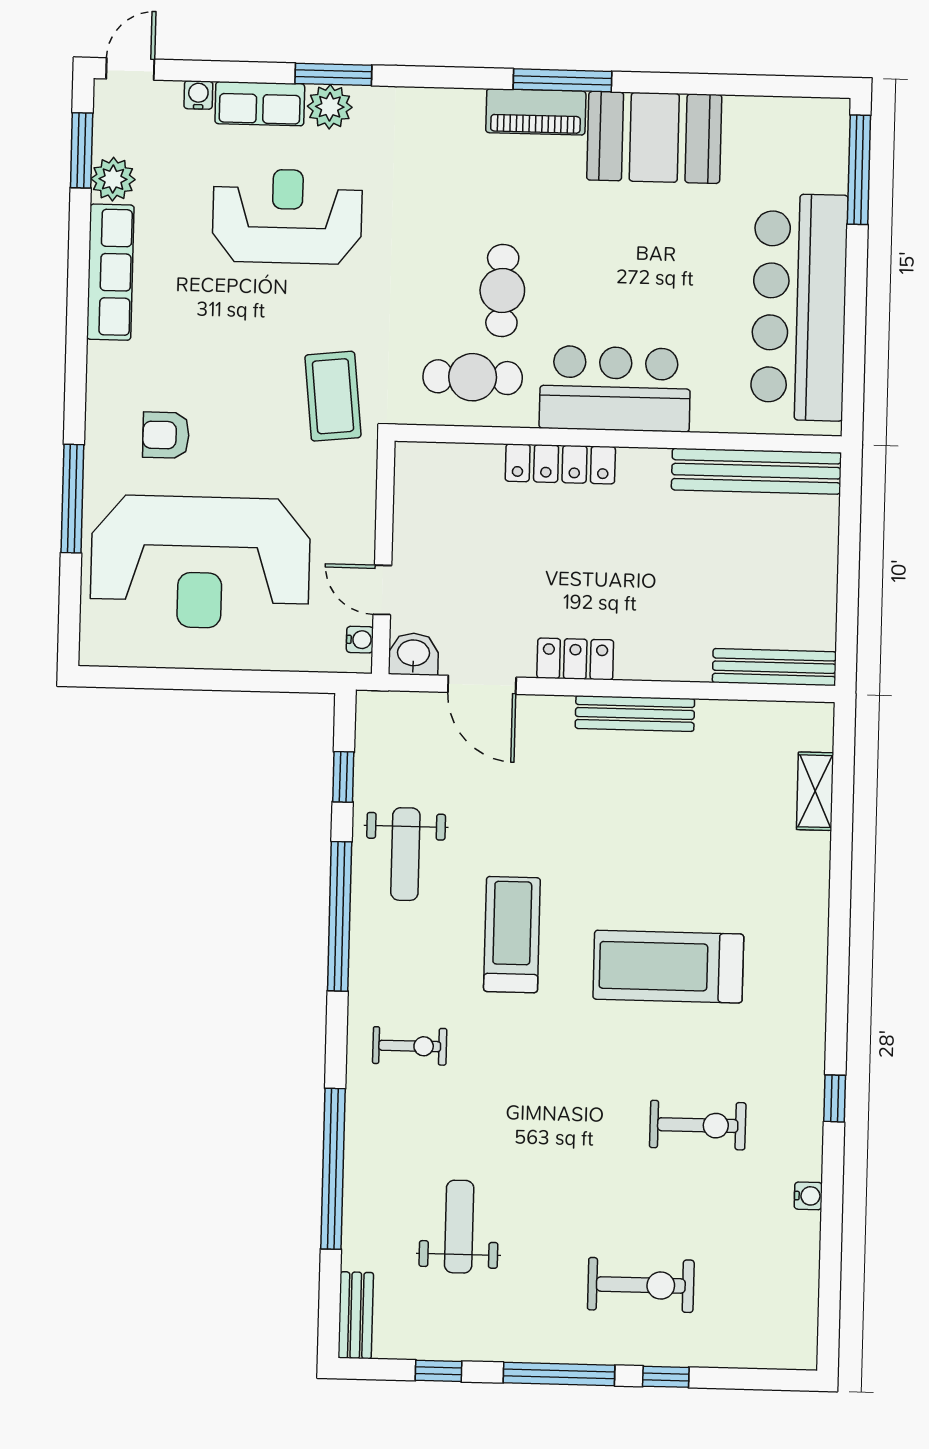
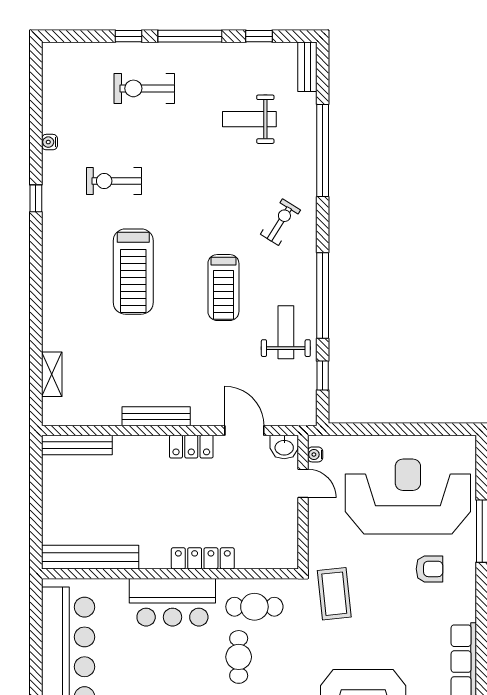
treadmill: (668, 967) -> (133, 272), turned 90
exercise bike: (410, 1046) -> (280, 222), turned 122
weight bench: (459, 1227) -> (249, 119), turned 90

